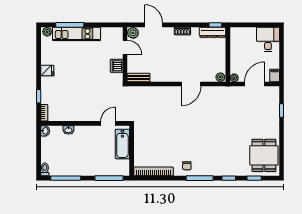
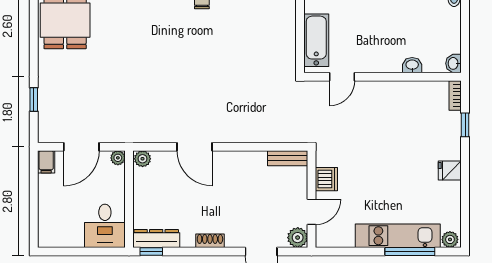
desk: (268, 39) -> (105, 226), moved
door: (125, 47) -> (312, 212), swing flipped
door: (191, 84) -> (194, 147), swing flipped

